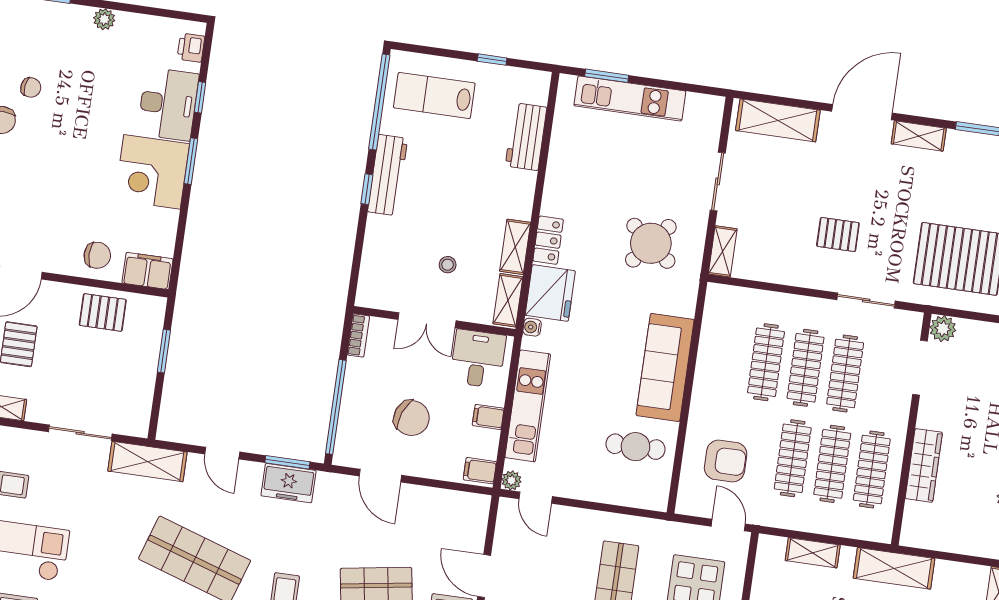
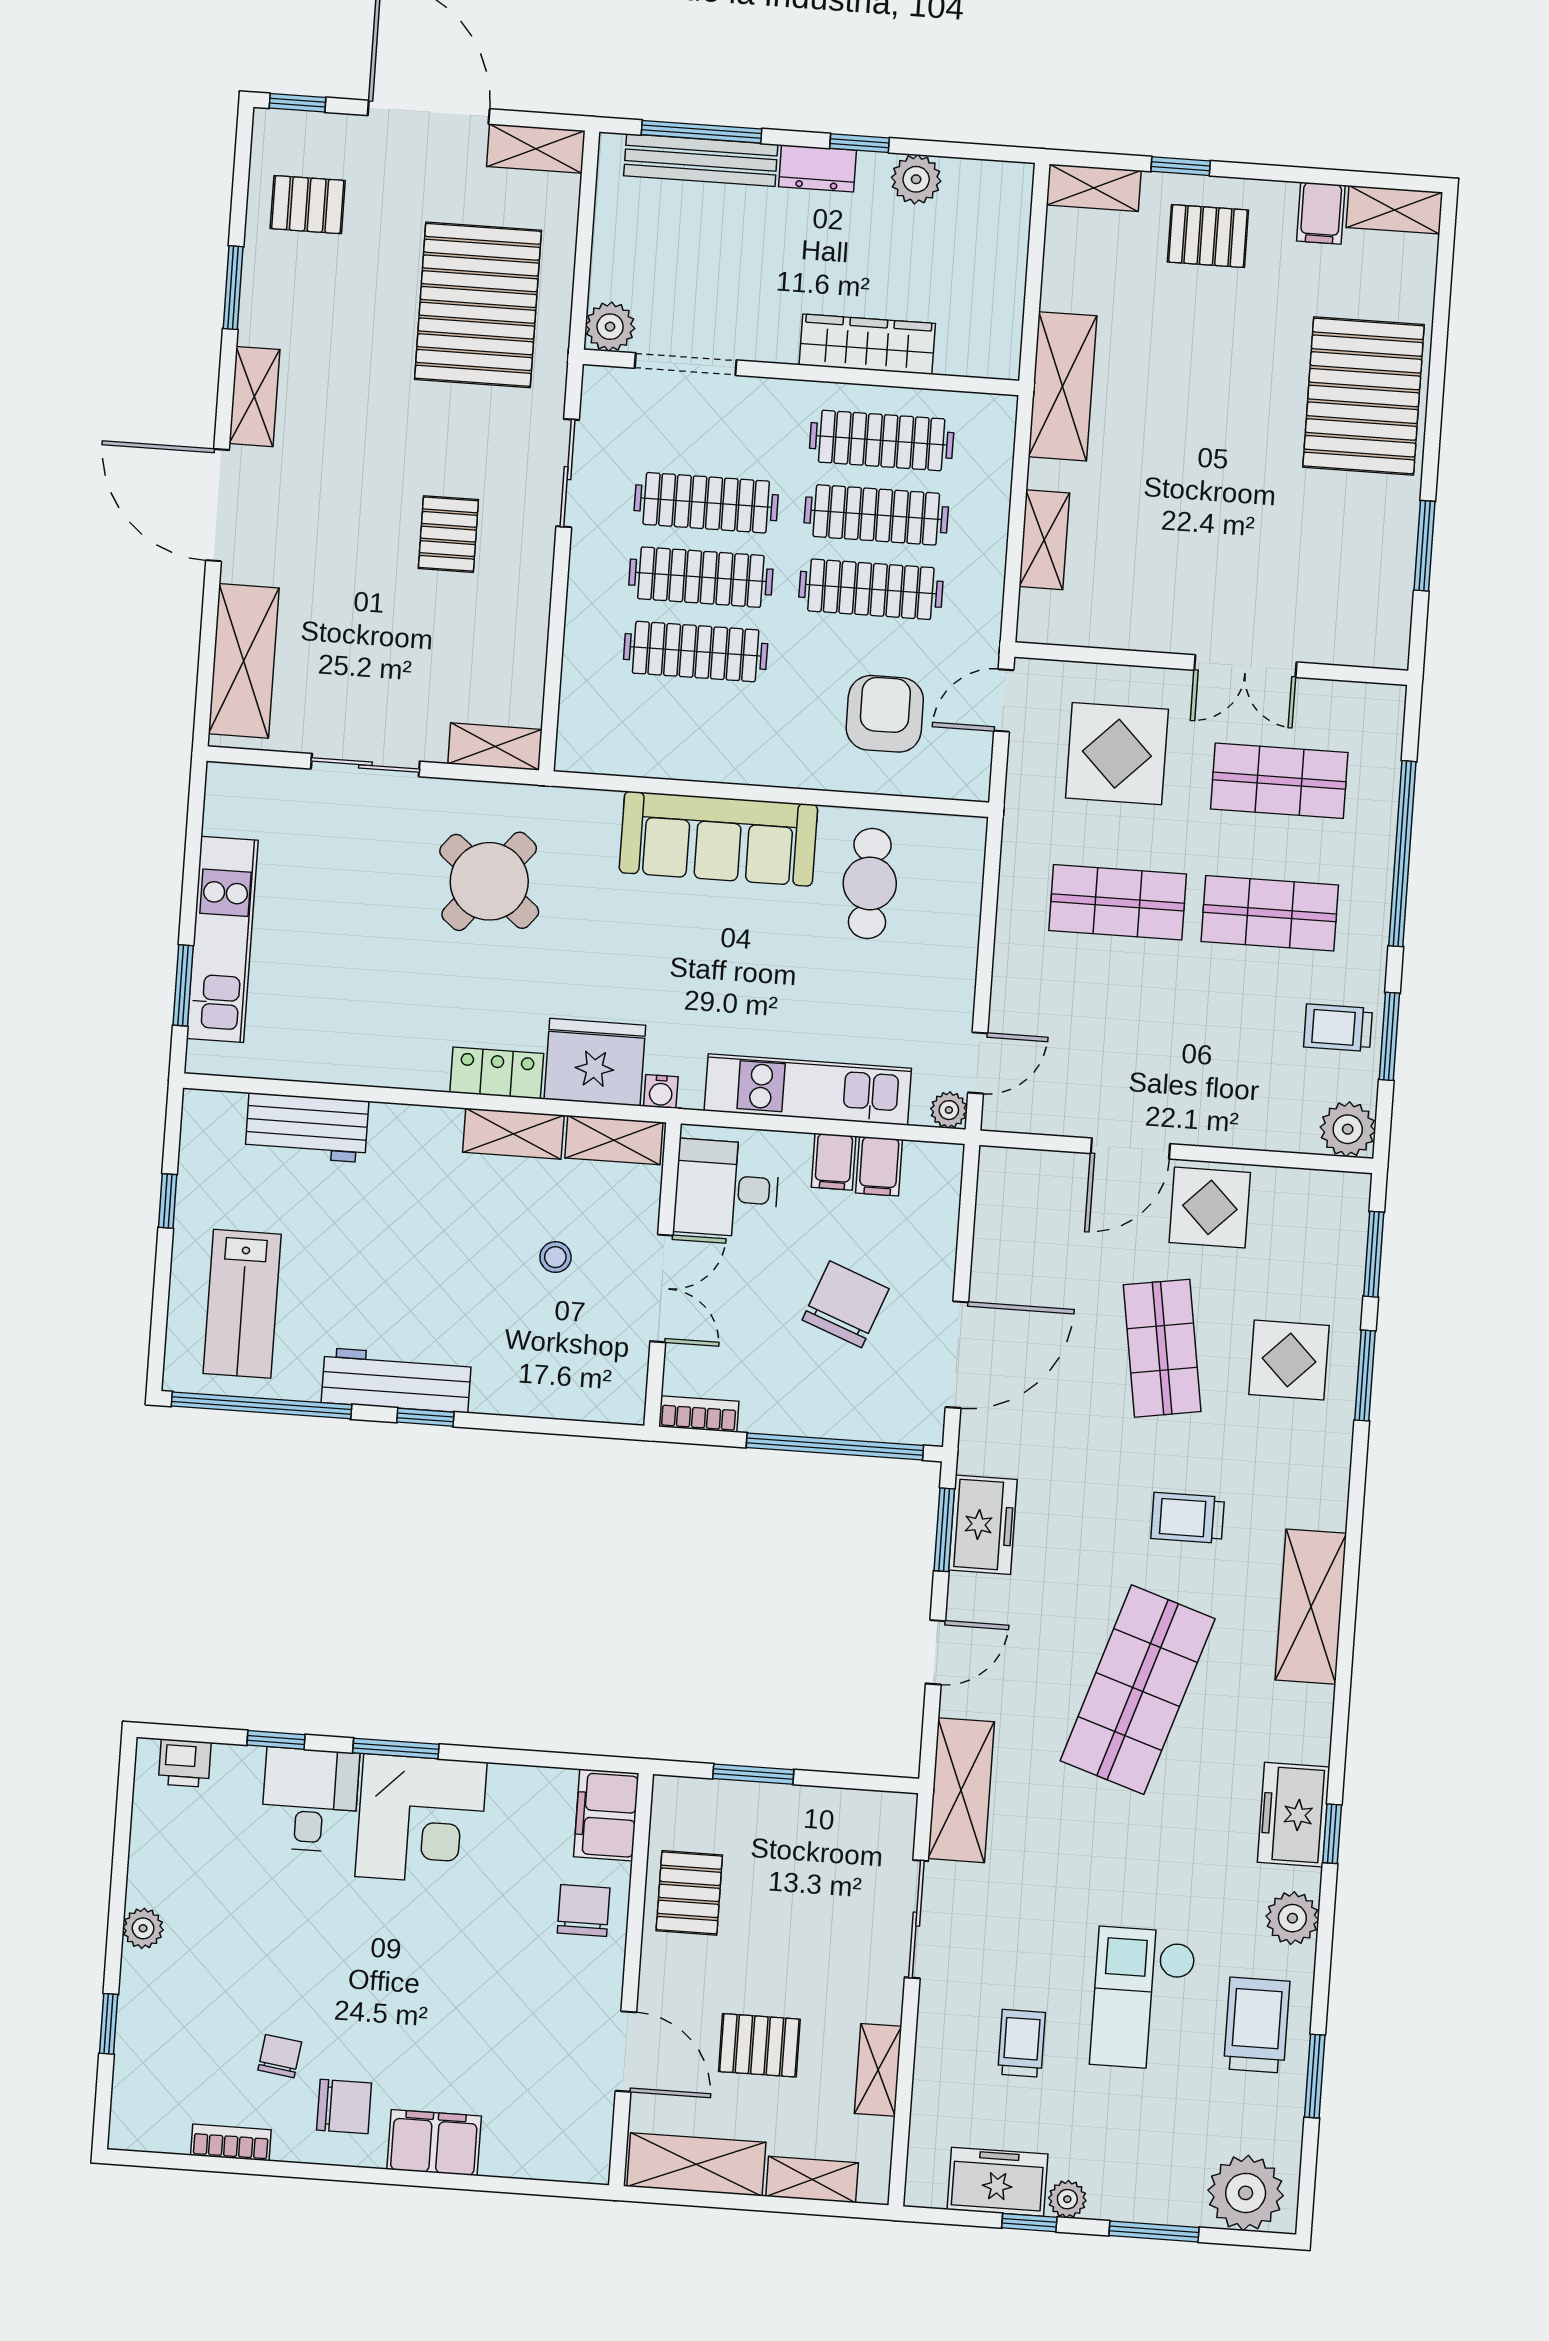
desk: (168, 104) -> (310, 1800), width x0.73
filing cabinet: (480, 471) -> (879, 1166), moved
door: (380, 476) -> (957, 1355), width x1.36

